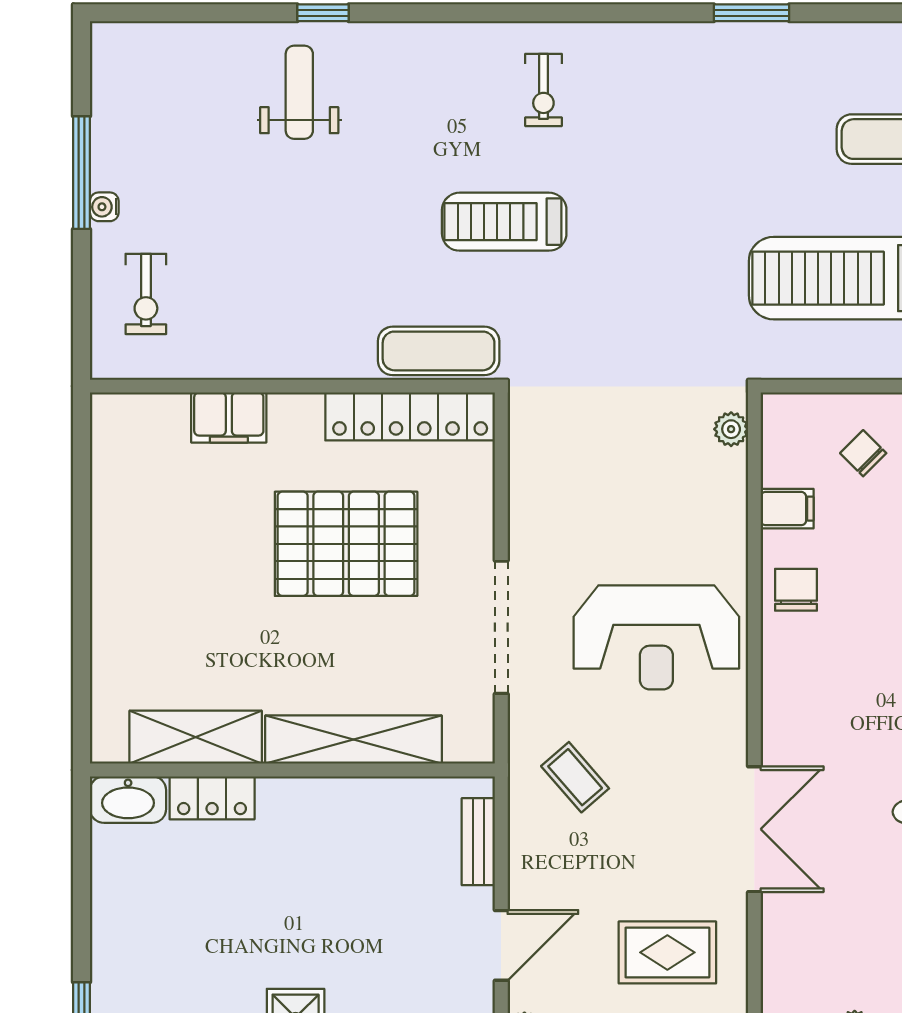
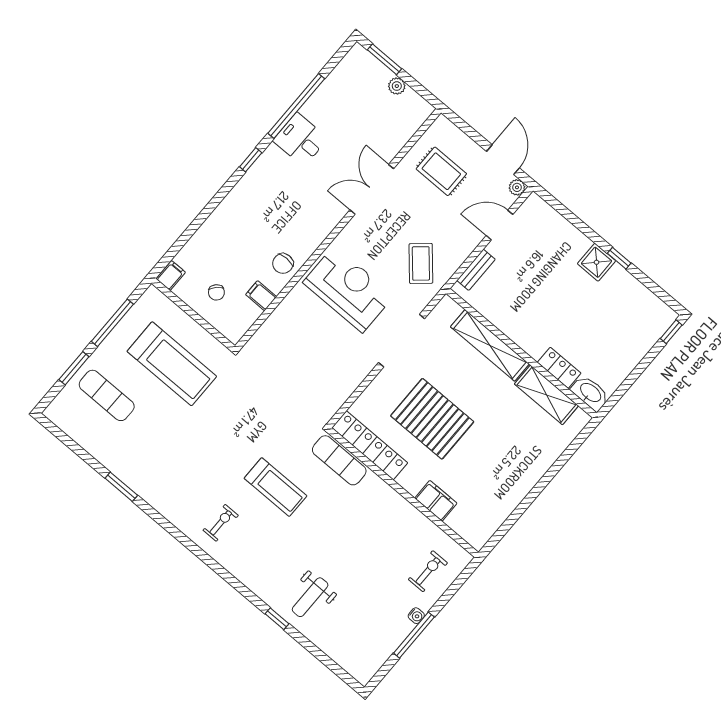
plant: (731, 429) -> (257, 342), removed
coffee table: (575, 777) -> (421, 263), width x1.36, depth x1.30

